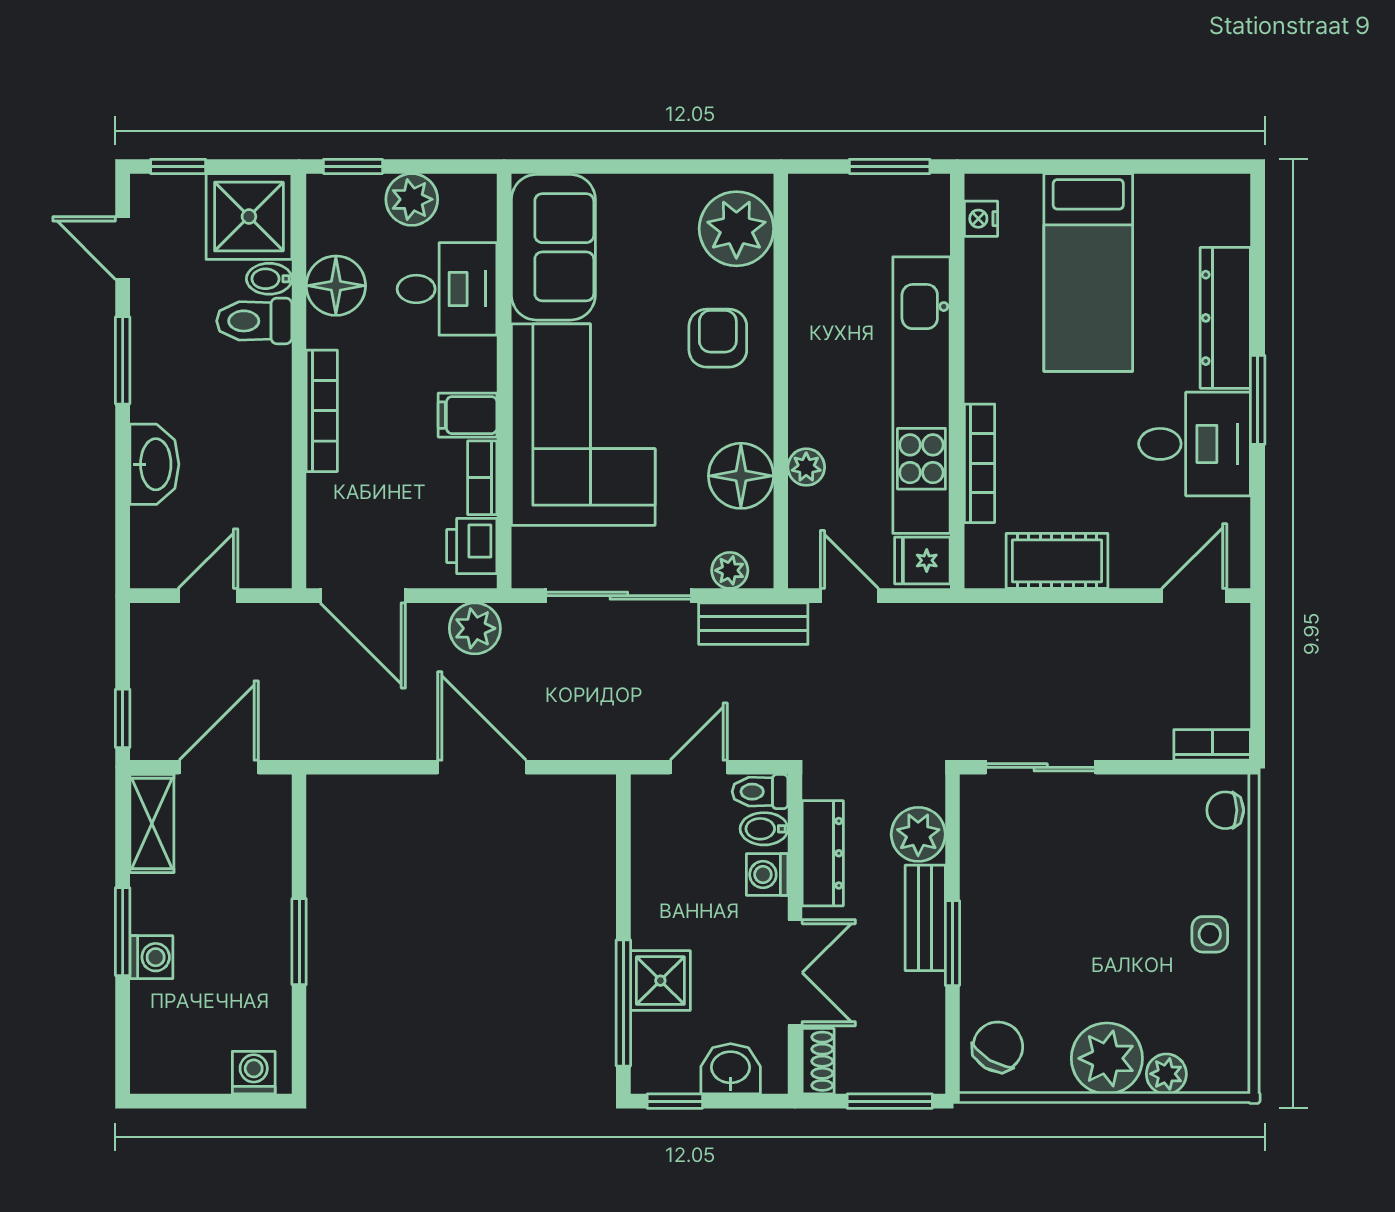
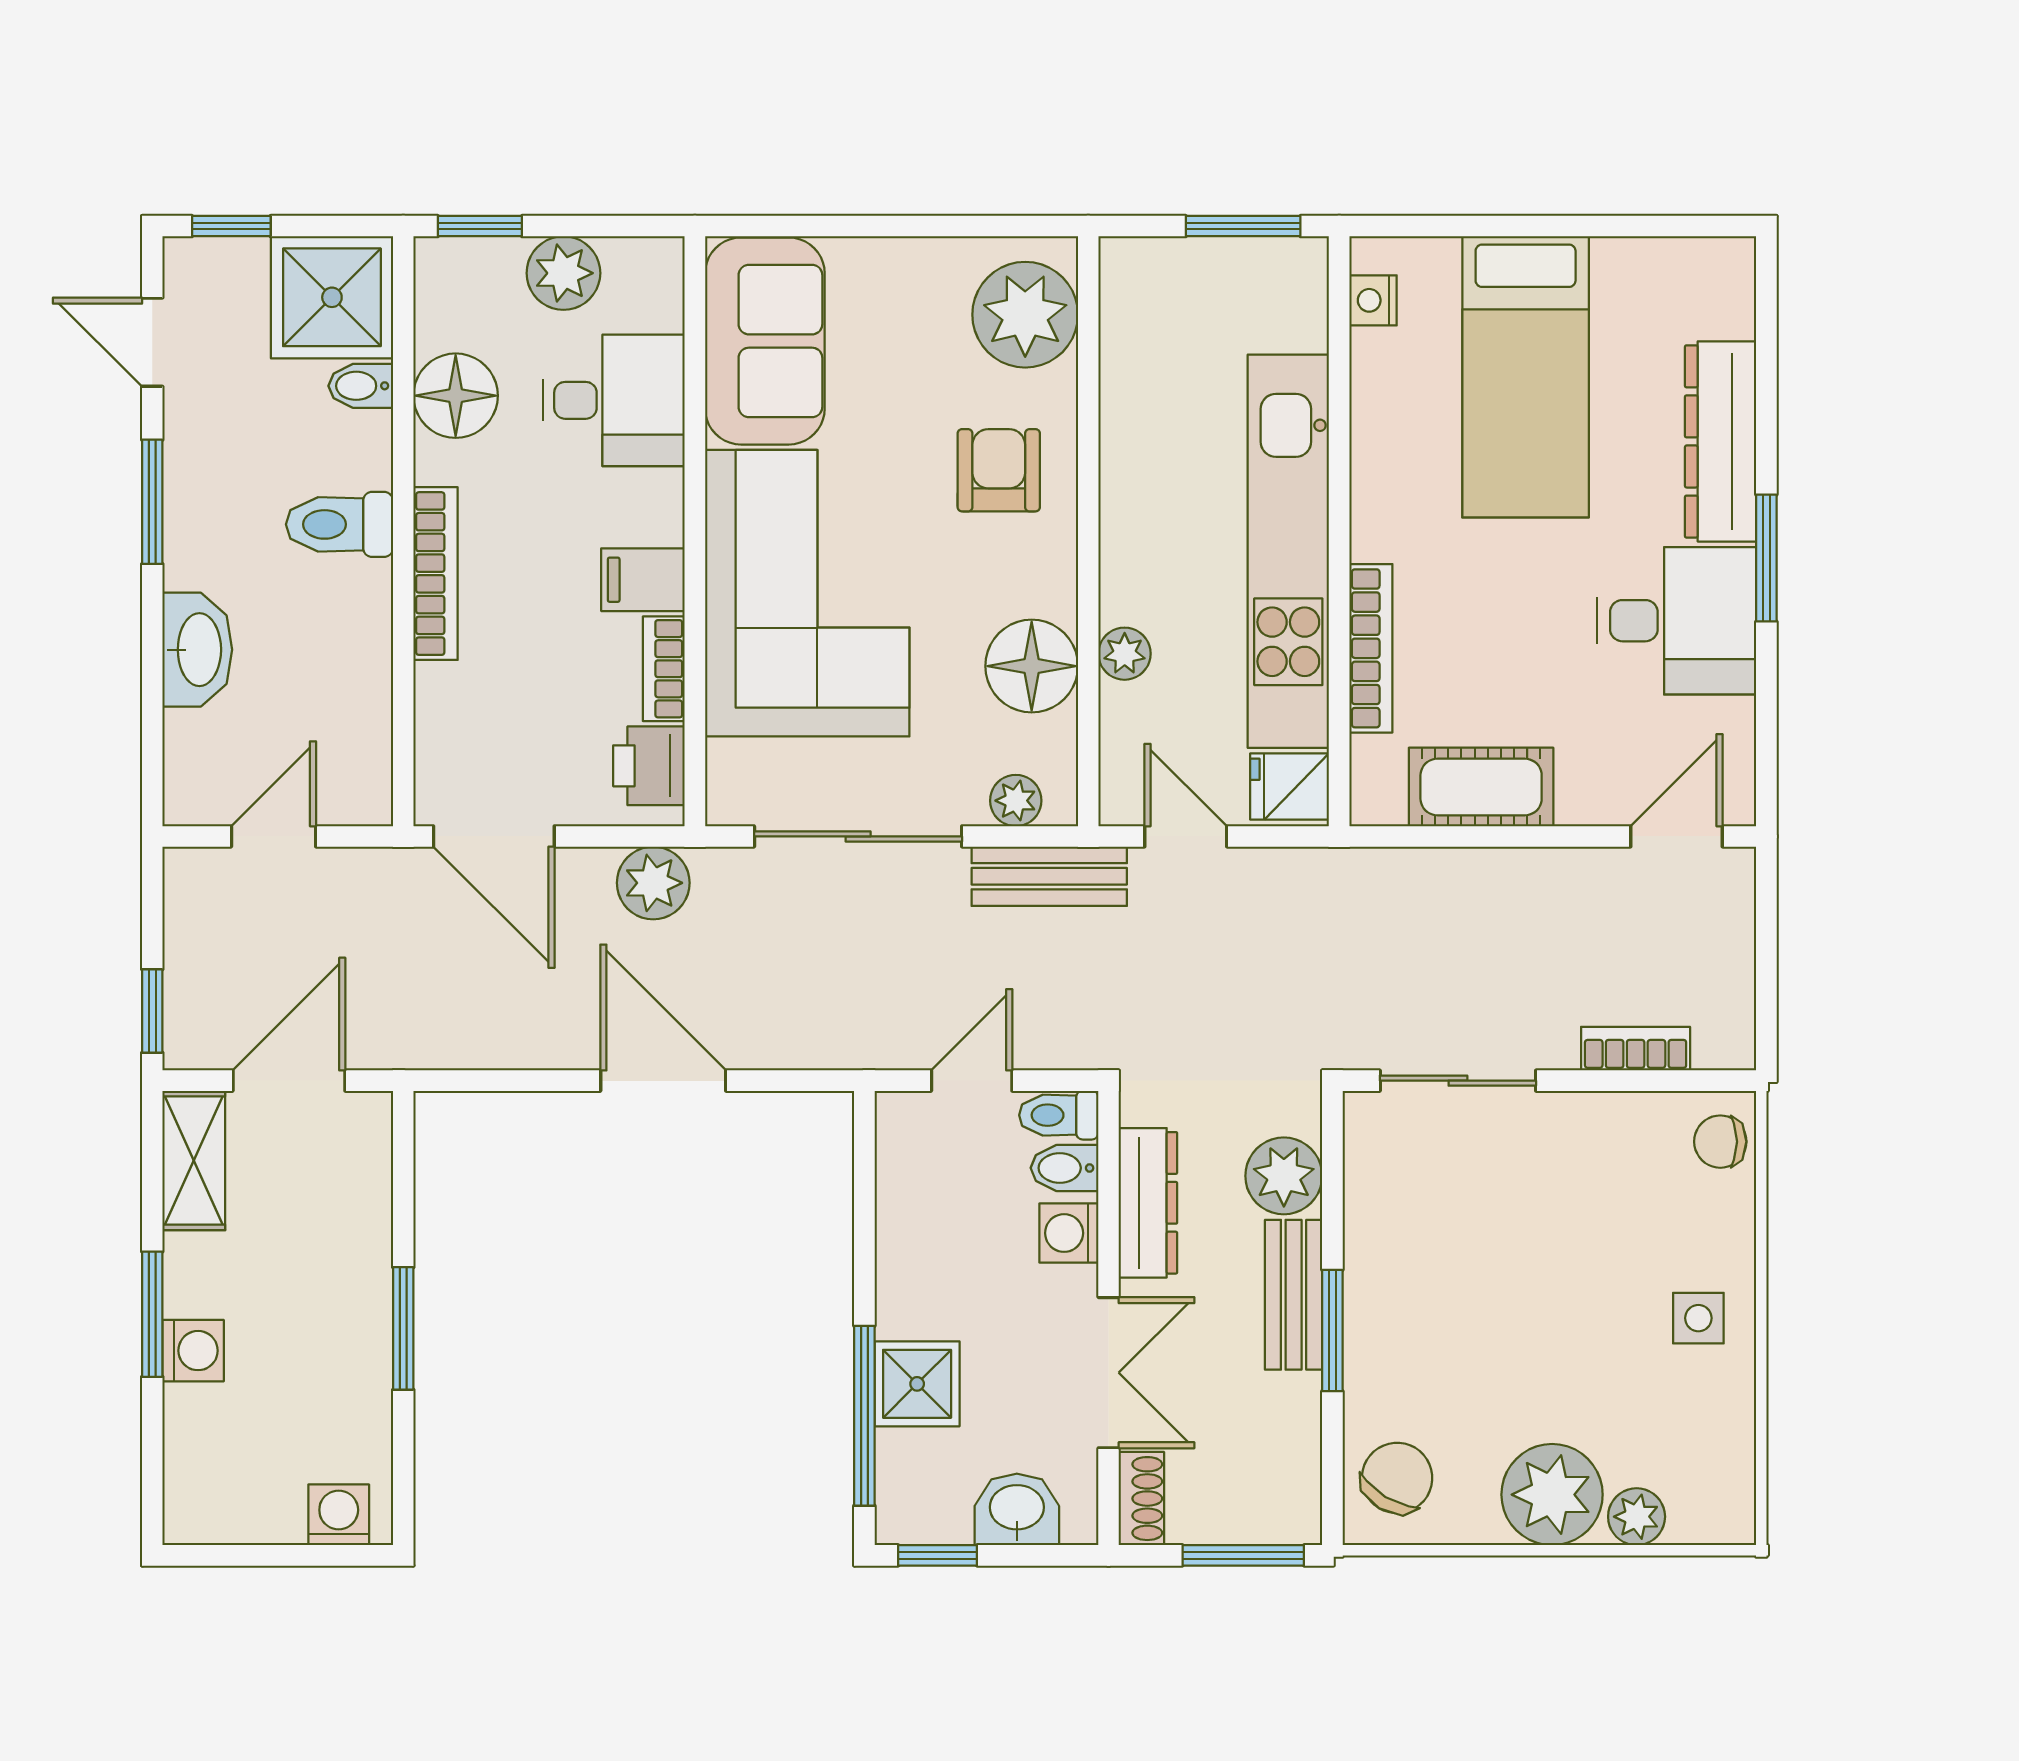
toilet: (254, 321) -> (340, 524), moved
bookcase: (1212, 745) -> (1636, 1049), moved

